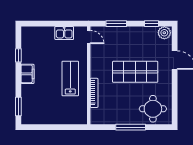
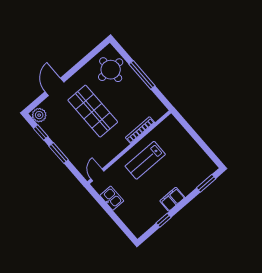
window: (116, 24) -> (59, 153), moved

